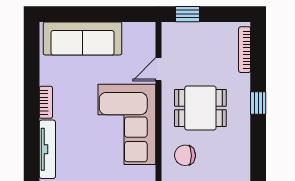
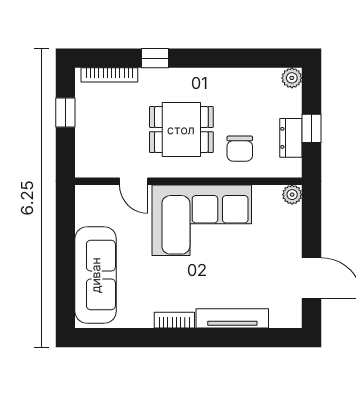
window: (188, 14) -> (65, 113), moved
window: (258, 103) -> (155, 58), moved
dining table: (200, 108) -> (181, 130), turned 90

